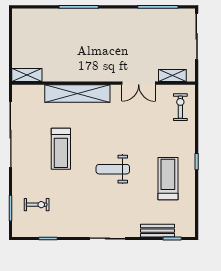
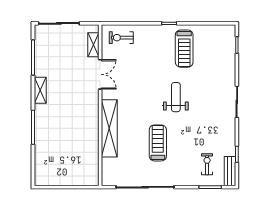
shelving: (27, 75) -> (40, 90), moved
treadmill: (61, 149) -> (158, 143), turned -90
weight bench: (113, 169) -> (176, 97), turned 180
treadmill: (168, 179) -> (184, 49), turned -90
bench: (157, 231) -> (230, 171), moved

